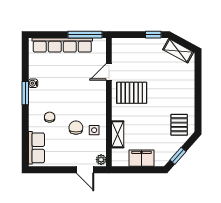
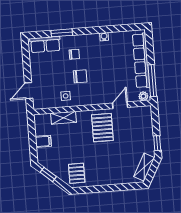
door: (109, 72) -> (120, 105), hinge flipped
window: (25, 93) -> (62, 33), moved
pallet: (179, 125) -> (77, 173), turned 90
chair: (76, 128) -> (80, 76), moved
filing cabinet: (142, 158) -> (43, 141), width x0.50
plant: (101, 160) -> (143, 96), moved

